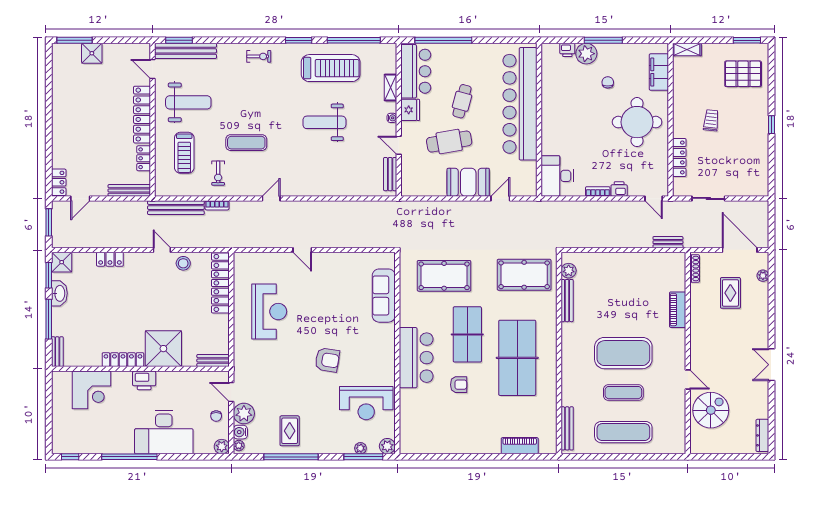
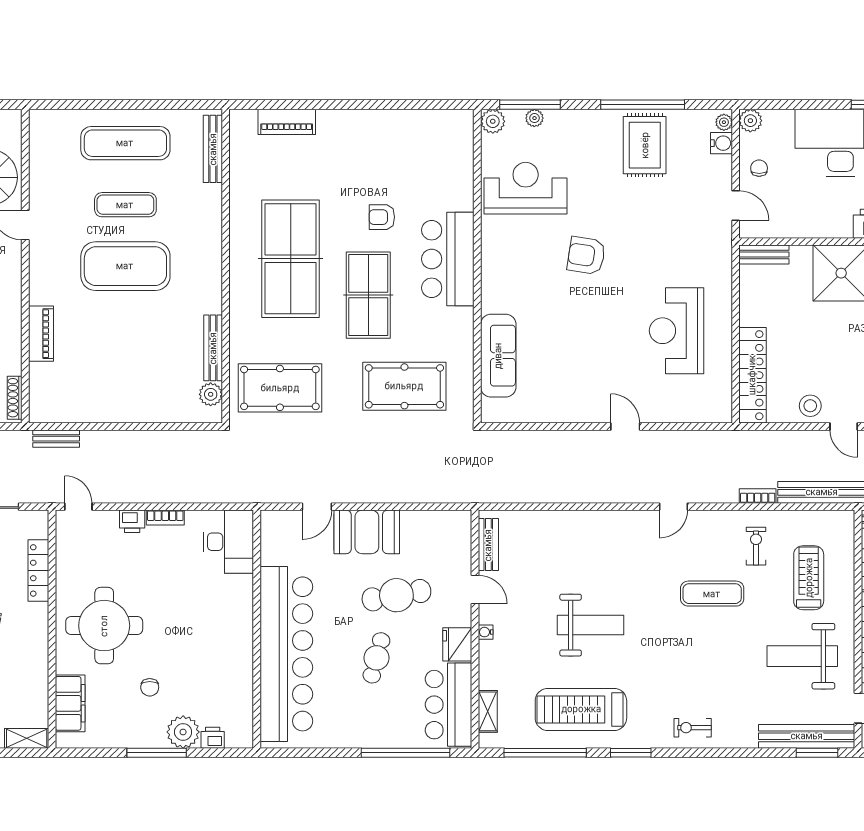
shelving: (390, 87) -> (488, 711), moved
plant: (244, 413) -> (716, 172), removed
rug: (290, 431) -> (645, 145), width x1.36, depth x1.43

